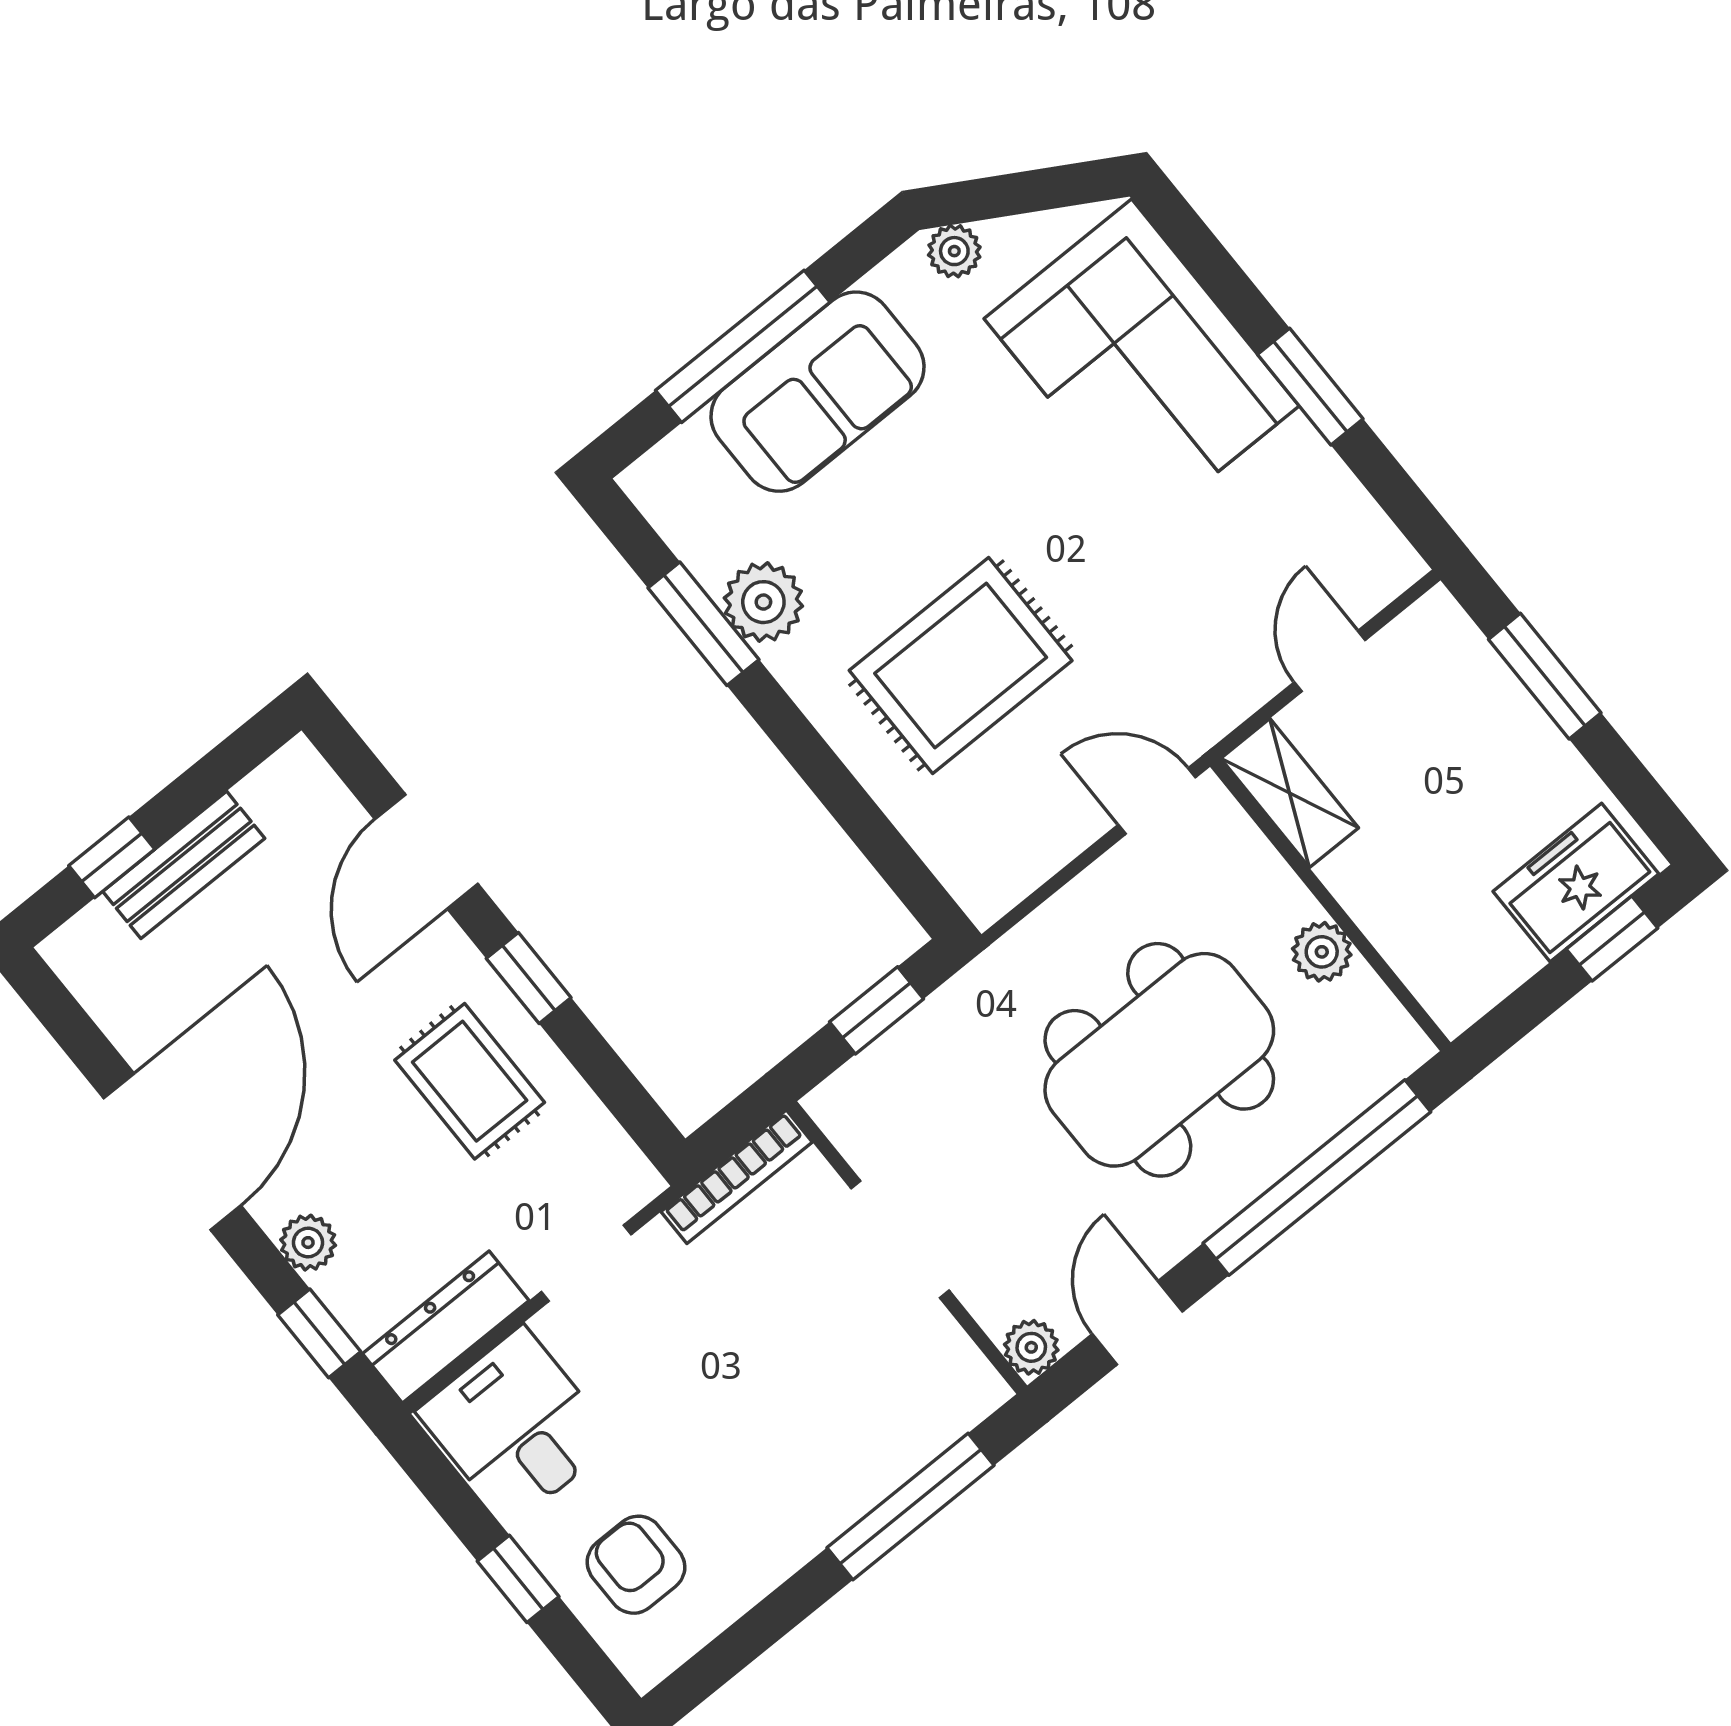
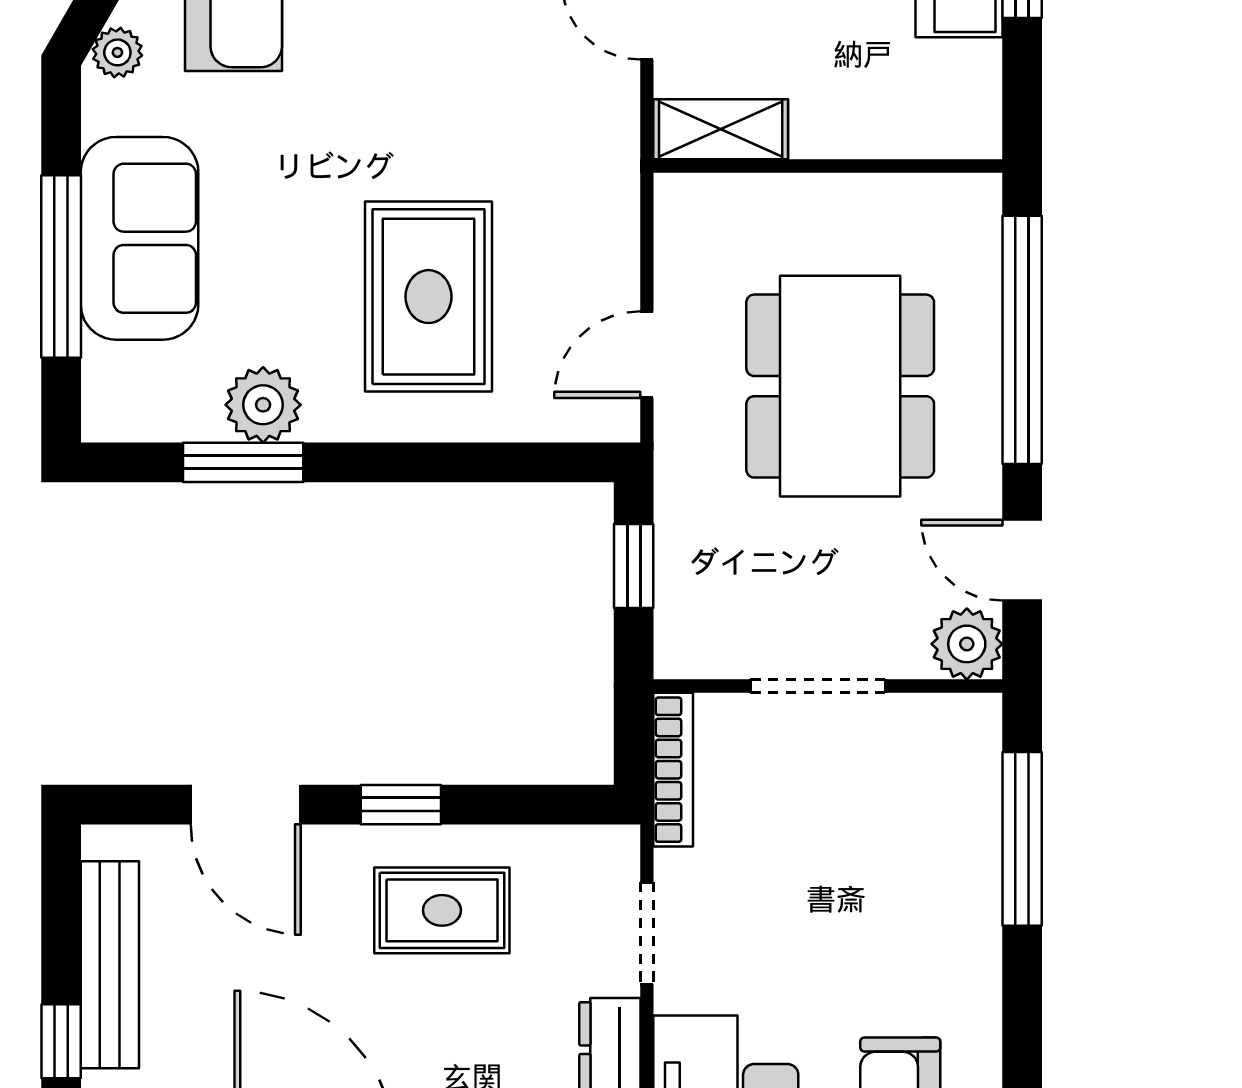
door: (1157, 801) -> (647, 355), moved
bench: (184, 865) -> (110, 965), width x1.36
plant: (1322, 952) -> (858, 201), removed
plant: (1031, 1347) -> (967, 644), width x1.38, depth x1.38

